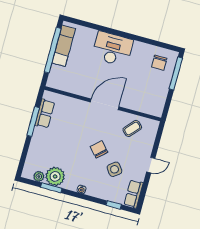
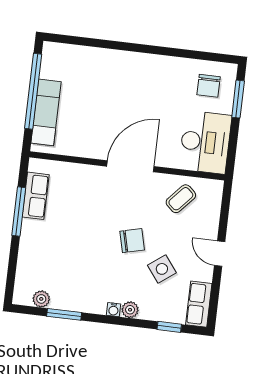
exam couch: (64, 46) -> (46, 112), moved
desk: (112, 49) -> (205, 142), moved, turned 90
window: (176, 73) -> (238, 99), width x0.69
chair: (99, 149) -> (132, 241), turned 118
door: (151, 165) -> (220, 254), swing flipped
plant: (55, 176) -> (130, 310), moved, width x0.53, depth x0.53

